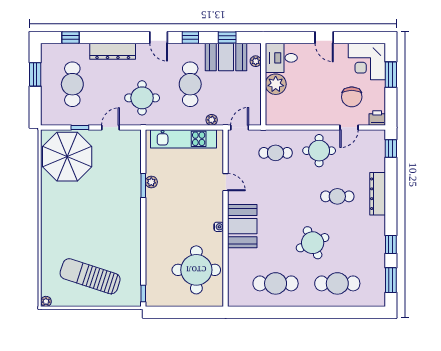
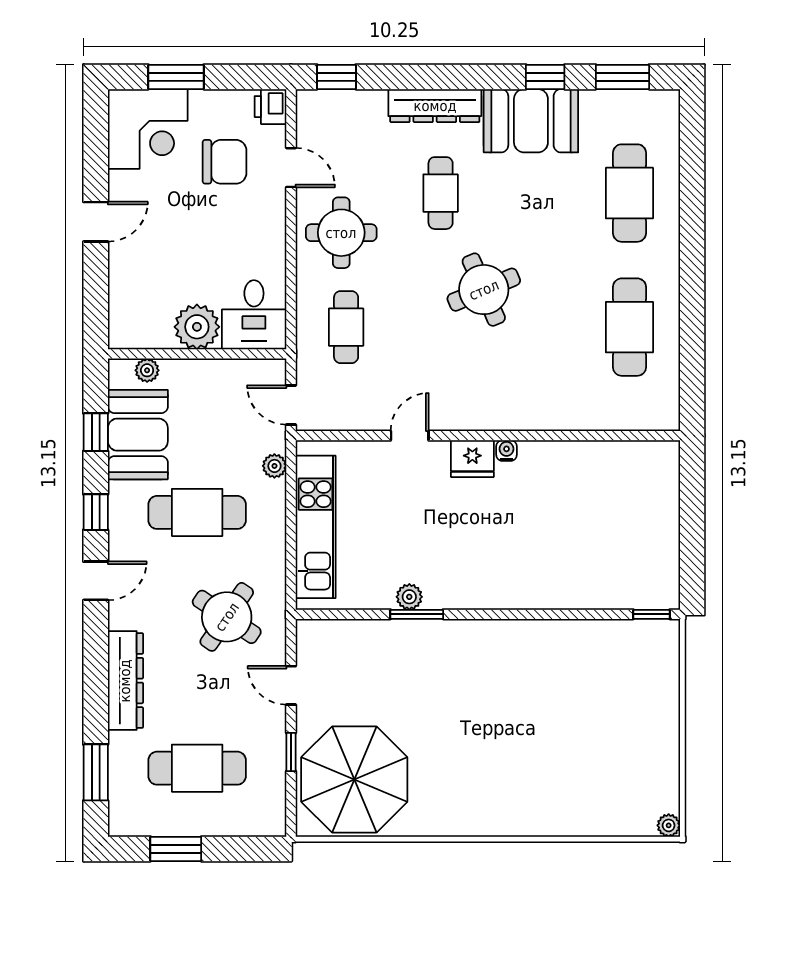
window: (70, 38) -> (96, 772), width x1.50
desk: (281, 58) -> (254, 315), moved
round table: (142, 98) -> (227, 617), turned 34
fridge: (215, 211) -> (472, 459), added
booth: (242, 226) -> (531, 121), moved
round table: (313, 243) -> (484, 290), moved
round table: (196, 270) -> (600, 499), removed
sun lounger: (90, 276) -> (614, 730), removed

